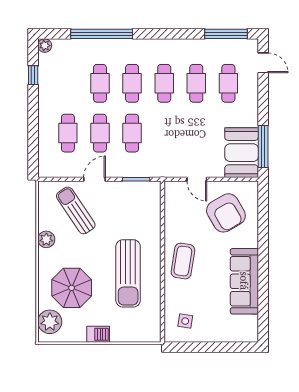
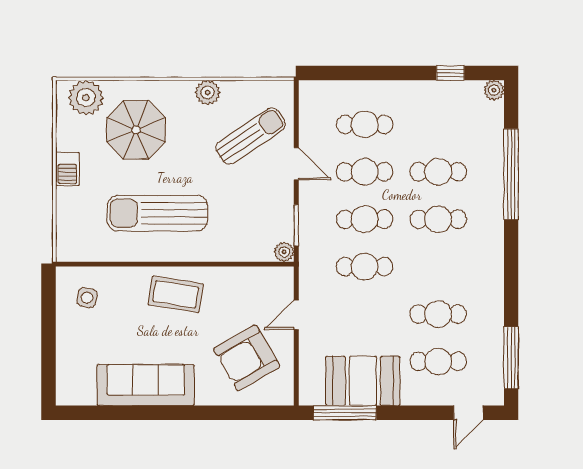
cafe table: (164, 83) -> (365, 267), moved
booth: (242, 153) -> (363, 381), moved
plant: (154, 188) -> (284, 252), added

